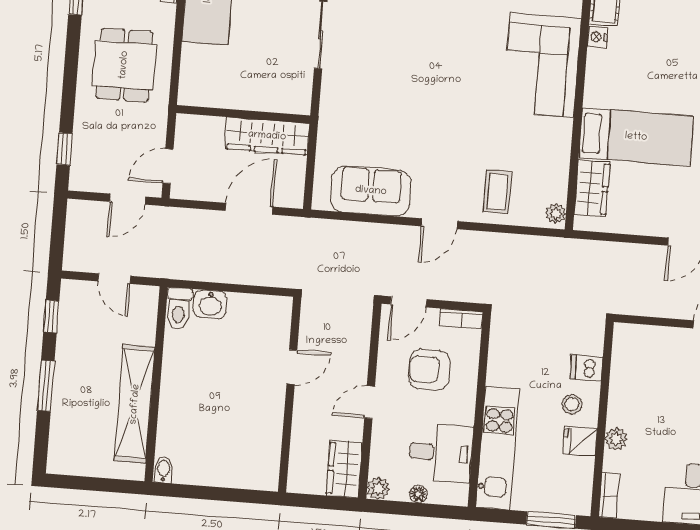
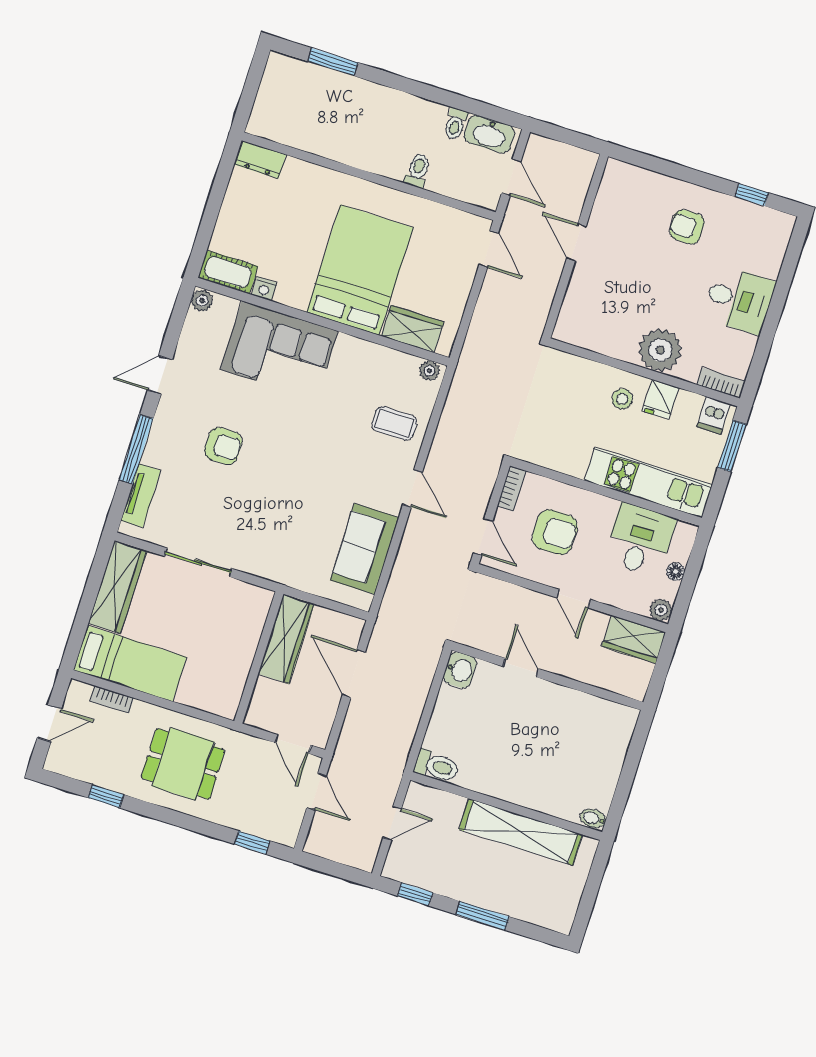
armchair: (438, 33) -> (223, 446), added
bed: (636, 137) -> (360, 270), width x1.50
washbasin: (210, 304) -> (460, 670), moved
dishwasher: (586, 368) -> (714, 415), moved
armchair: (429, 370) -> (555, 532), turned -90
plant: (616, 439) -> (660, 350), width x1.88, depth x1.88

